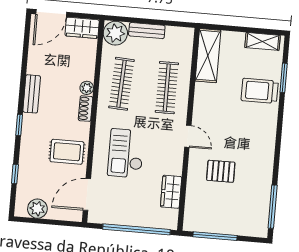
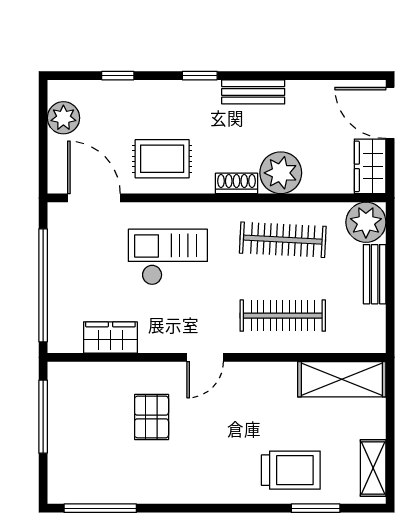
plant: (87, 88) -> (281, 173), width x1.88, depth x1.88
trolley: (260, 91) -> (291, 470), turned 90
rug: (67, 152) -> (162, 159), turned 90

